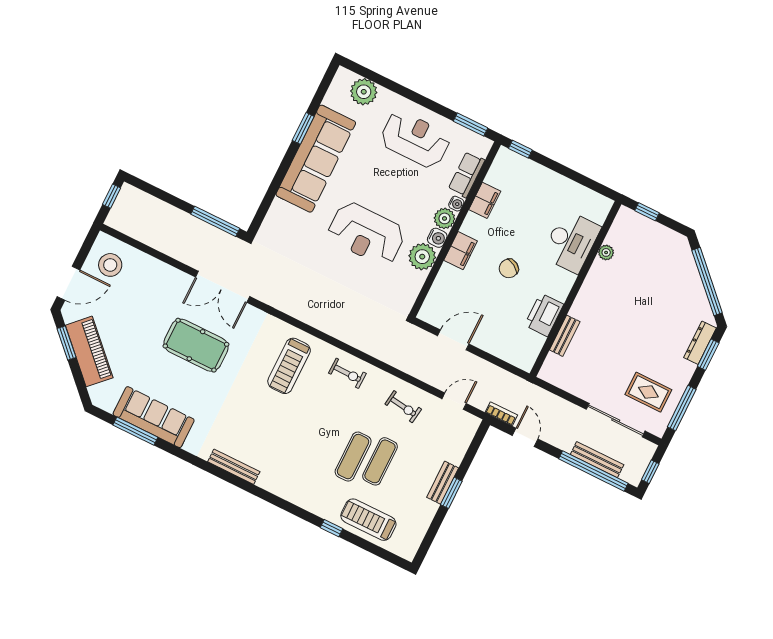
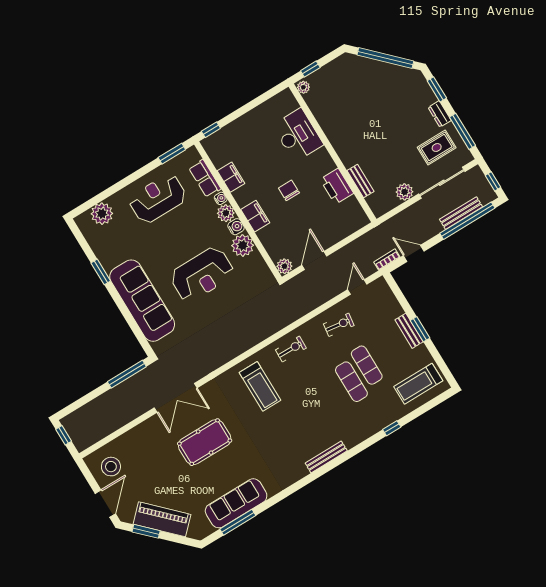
sofa: (316, 159) -> (142, 301), moved
plant: (606, 252) -> (303, 87), moved
chair: (509, 268) -> (289, 190), turned 149
plant: (428, 313) -> (284, 266), added
dresser: (700, 343) -> (440, 114), moved, width x0.70
plant: (582, 388) -> (405, 192), added
bench: (234, 467) -> (326, 457), moved
treadmill: (368, 520) -> (418, 384), moved

